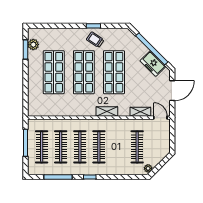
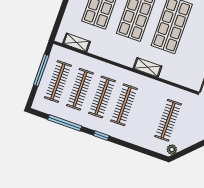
shelving: (140, 112) -> (77, 42), moved

